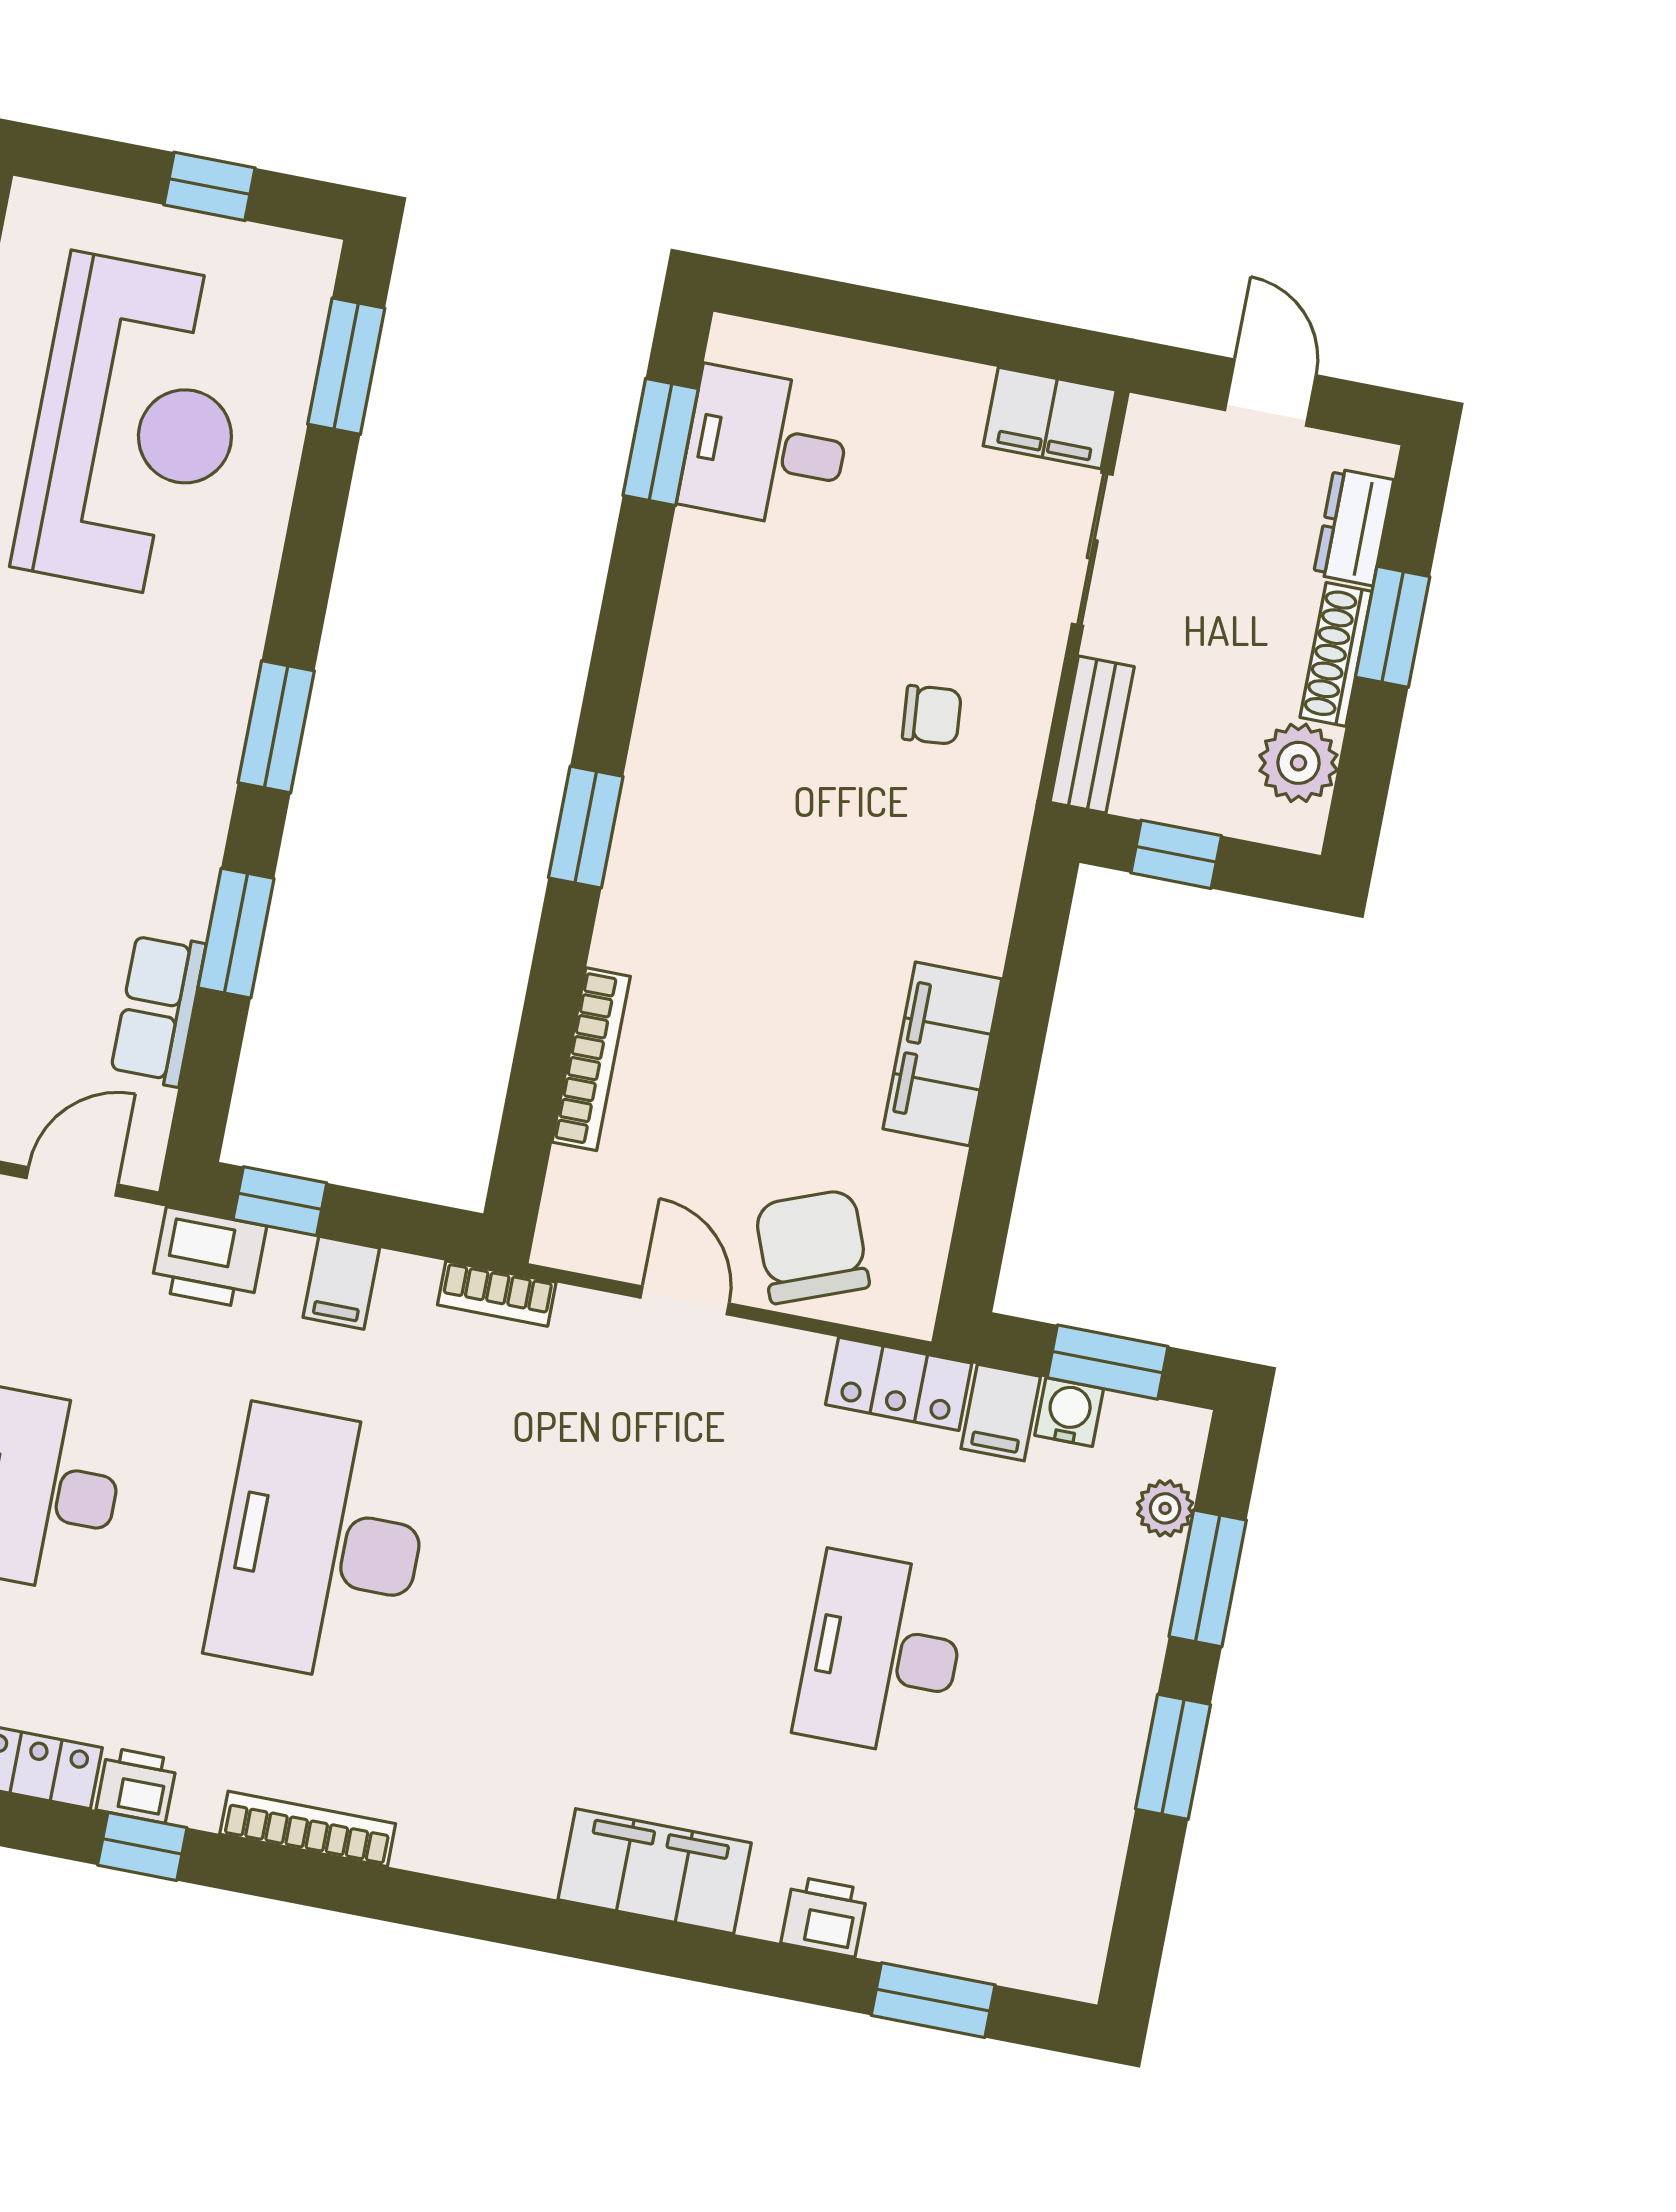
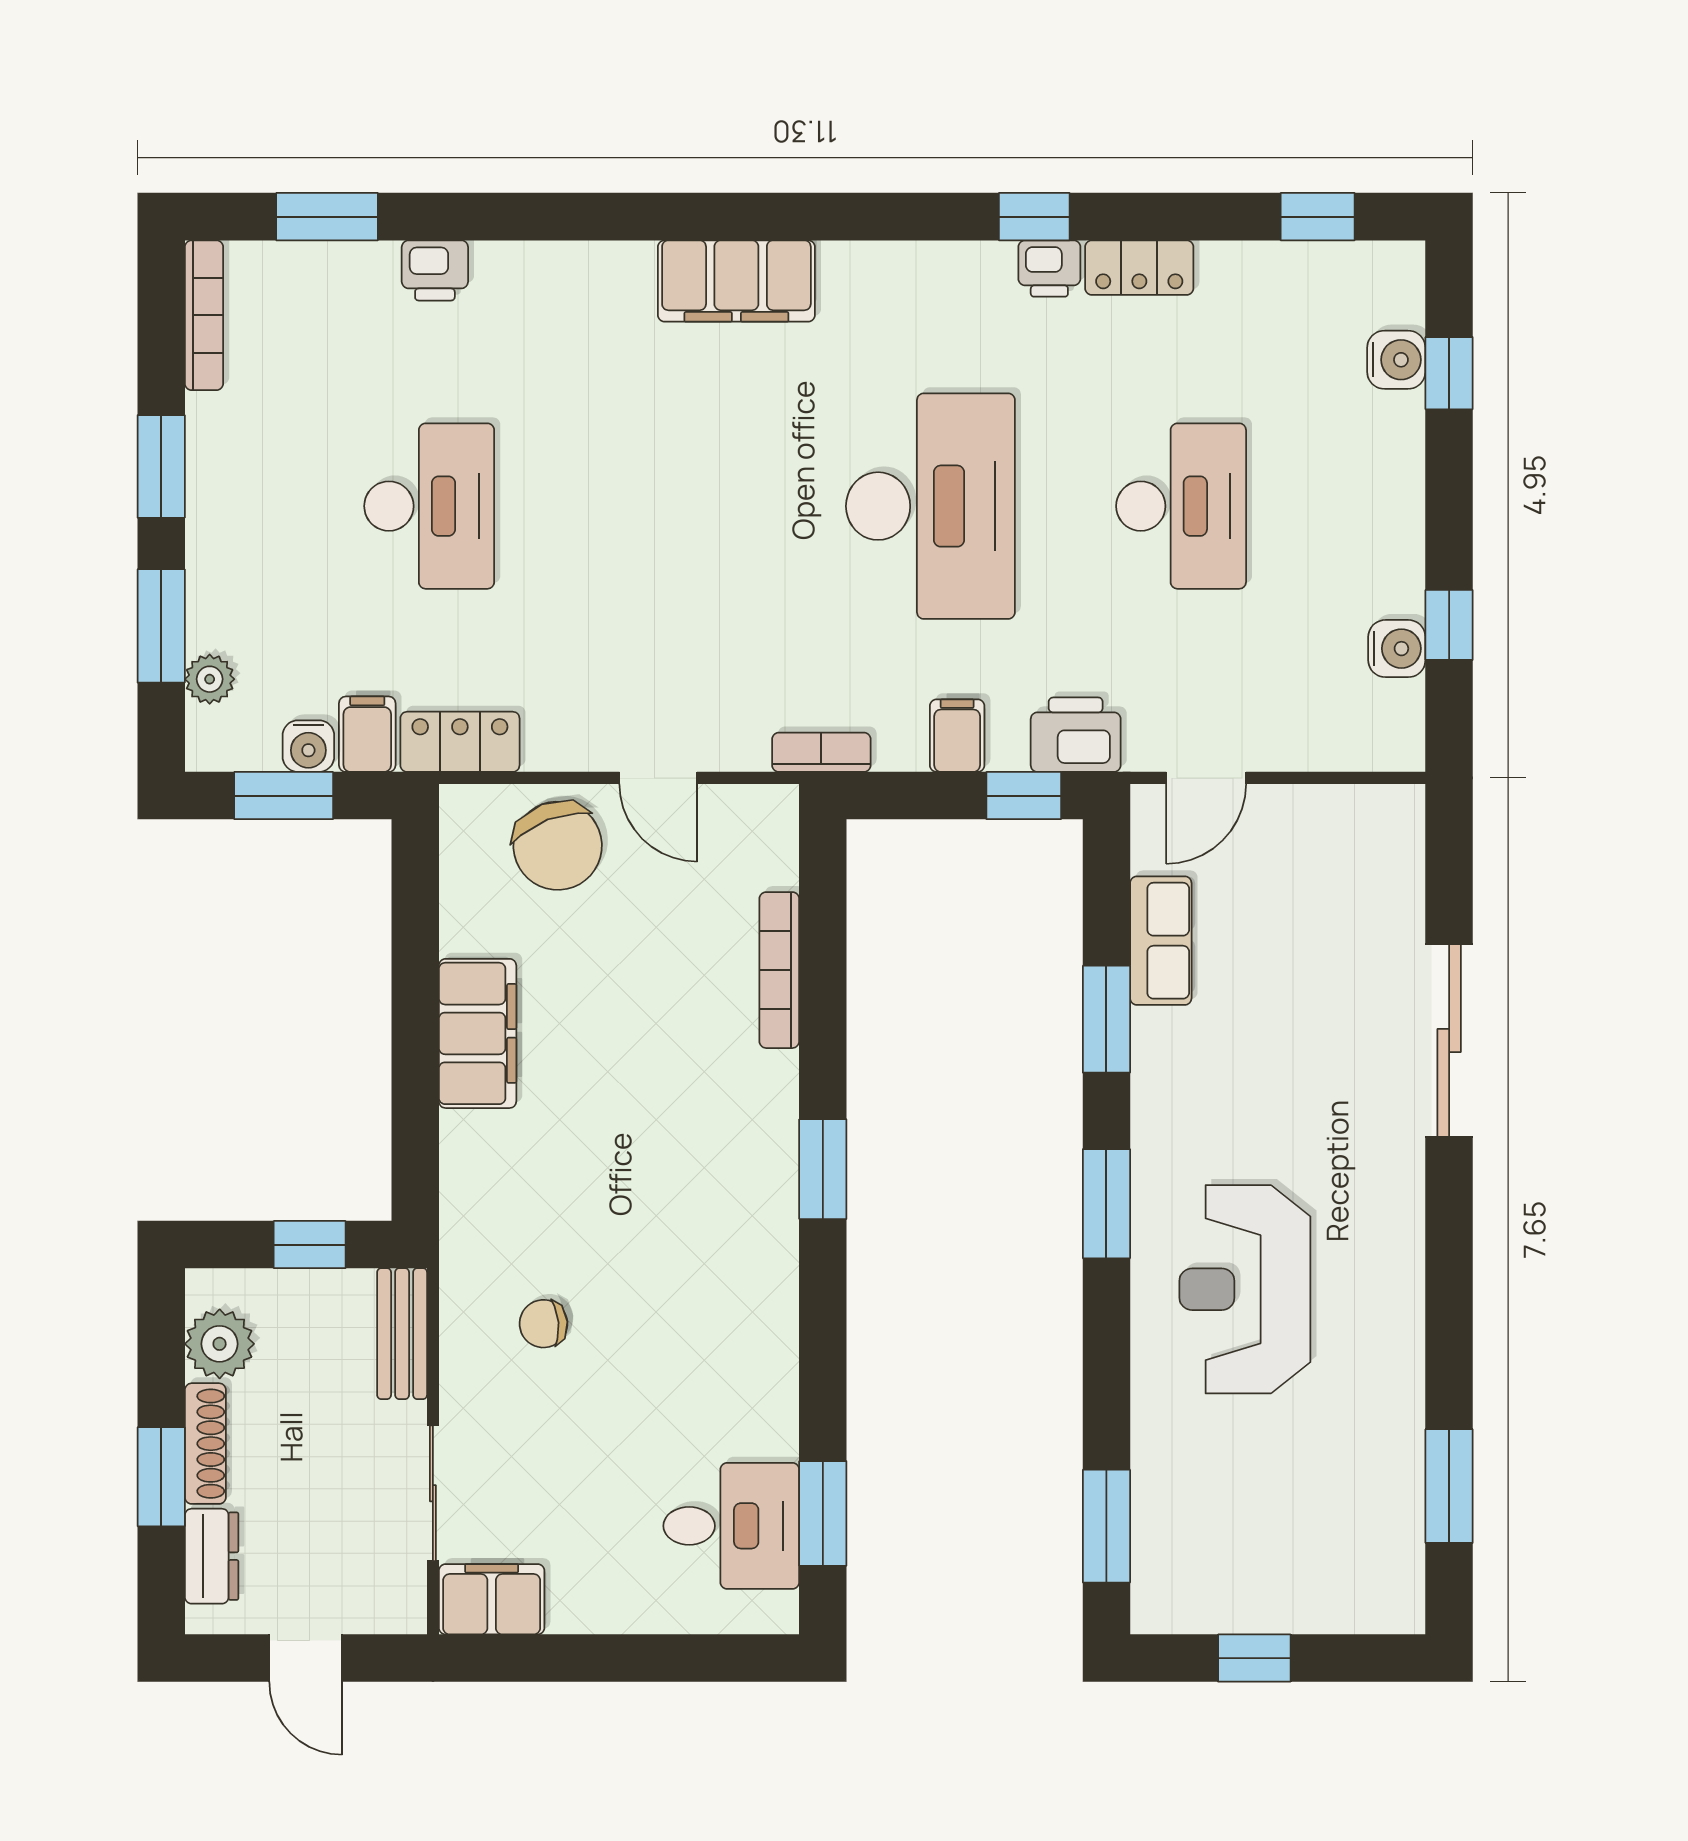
reception desk: (135, 427) -> (1245, 1289), moved, width x0.74, depth x0.77
bookcase: (308, 1829) -> (204, 315), moved, turned -90
filing cabinet: (655, 1871) -> (736, 281), moved

